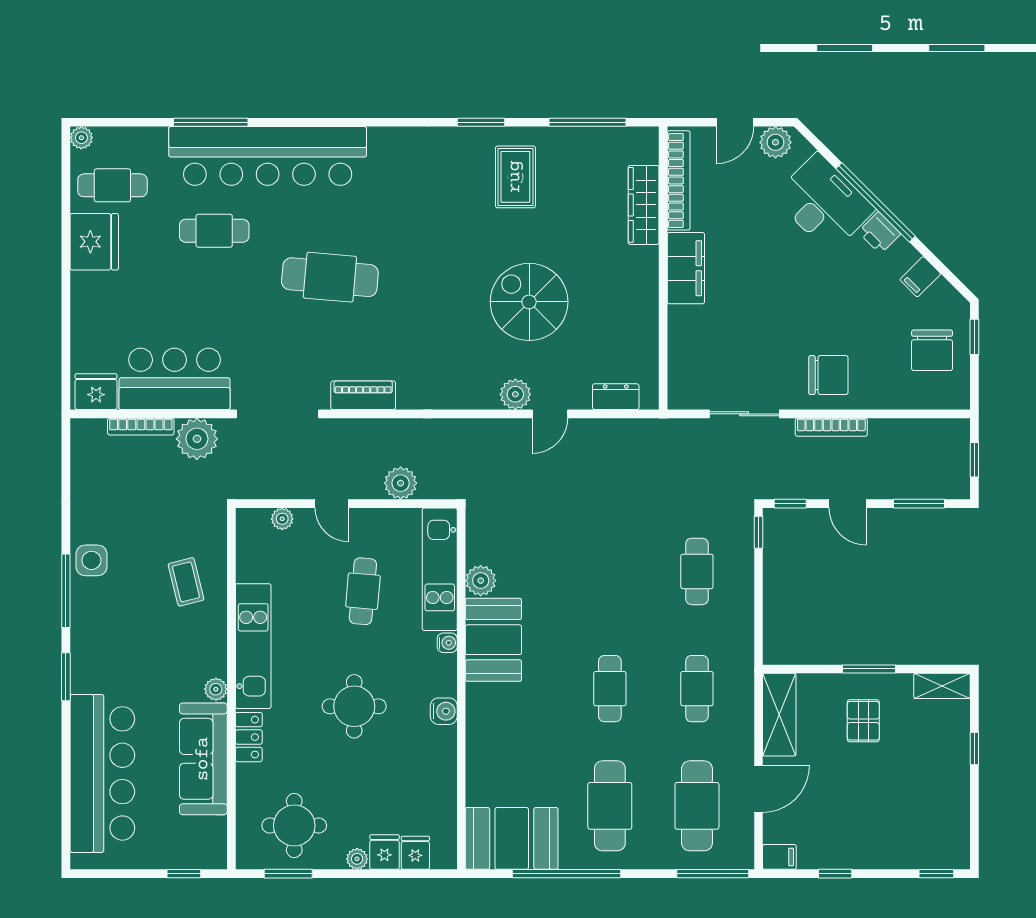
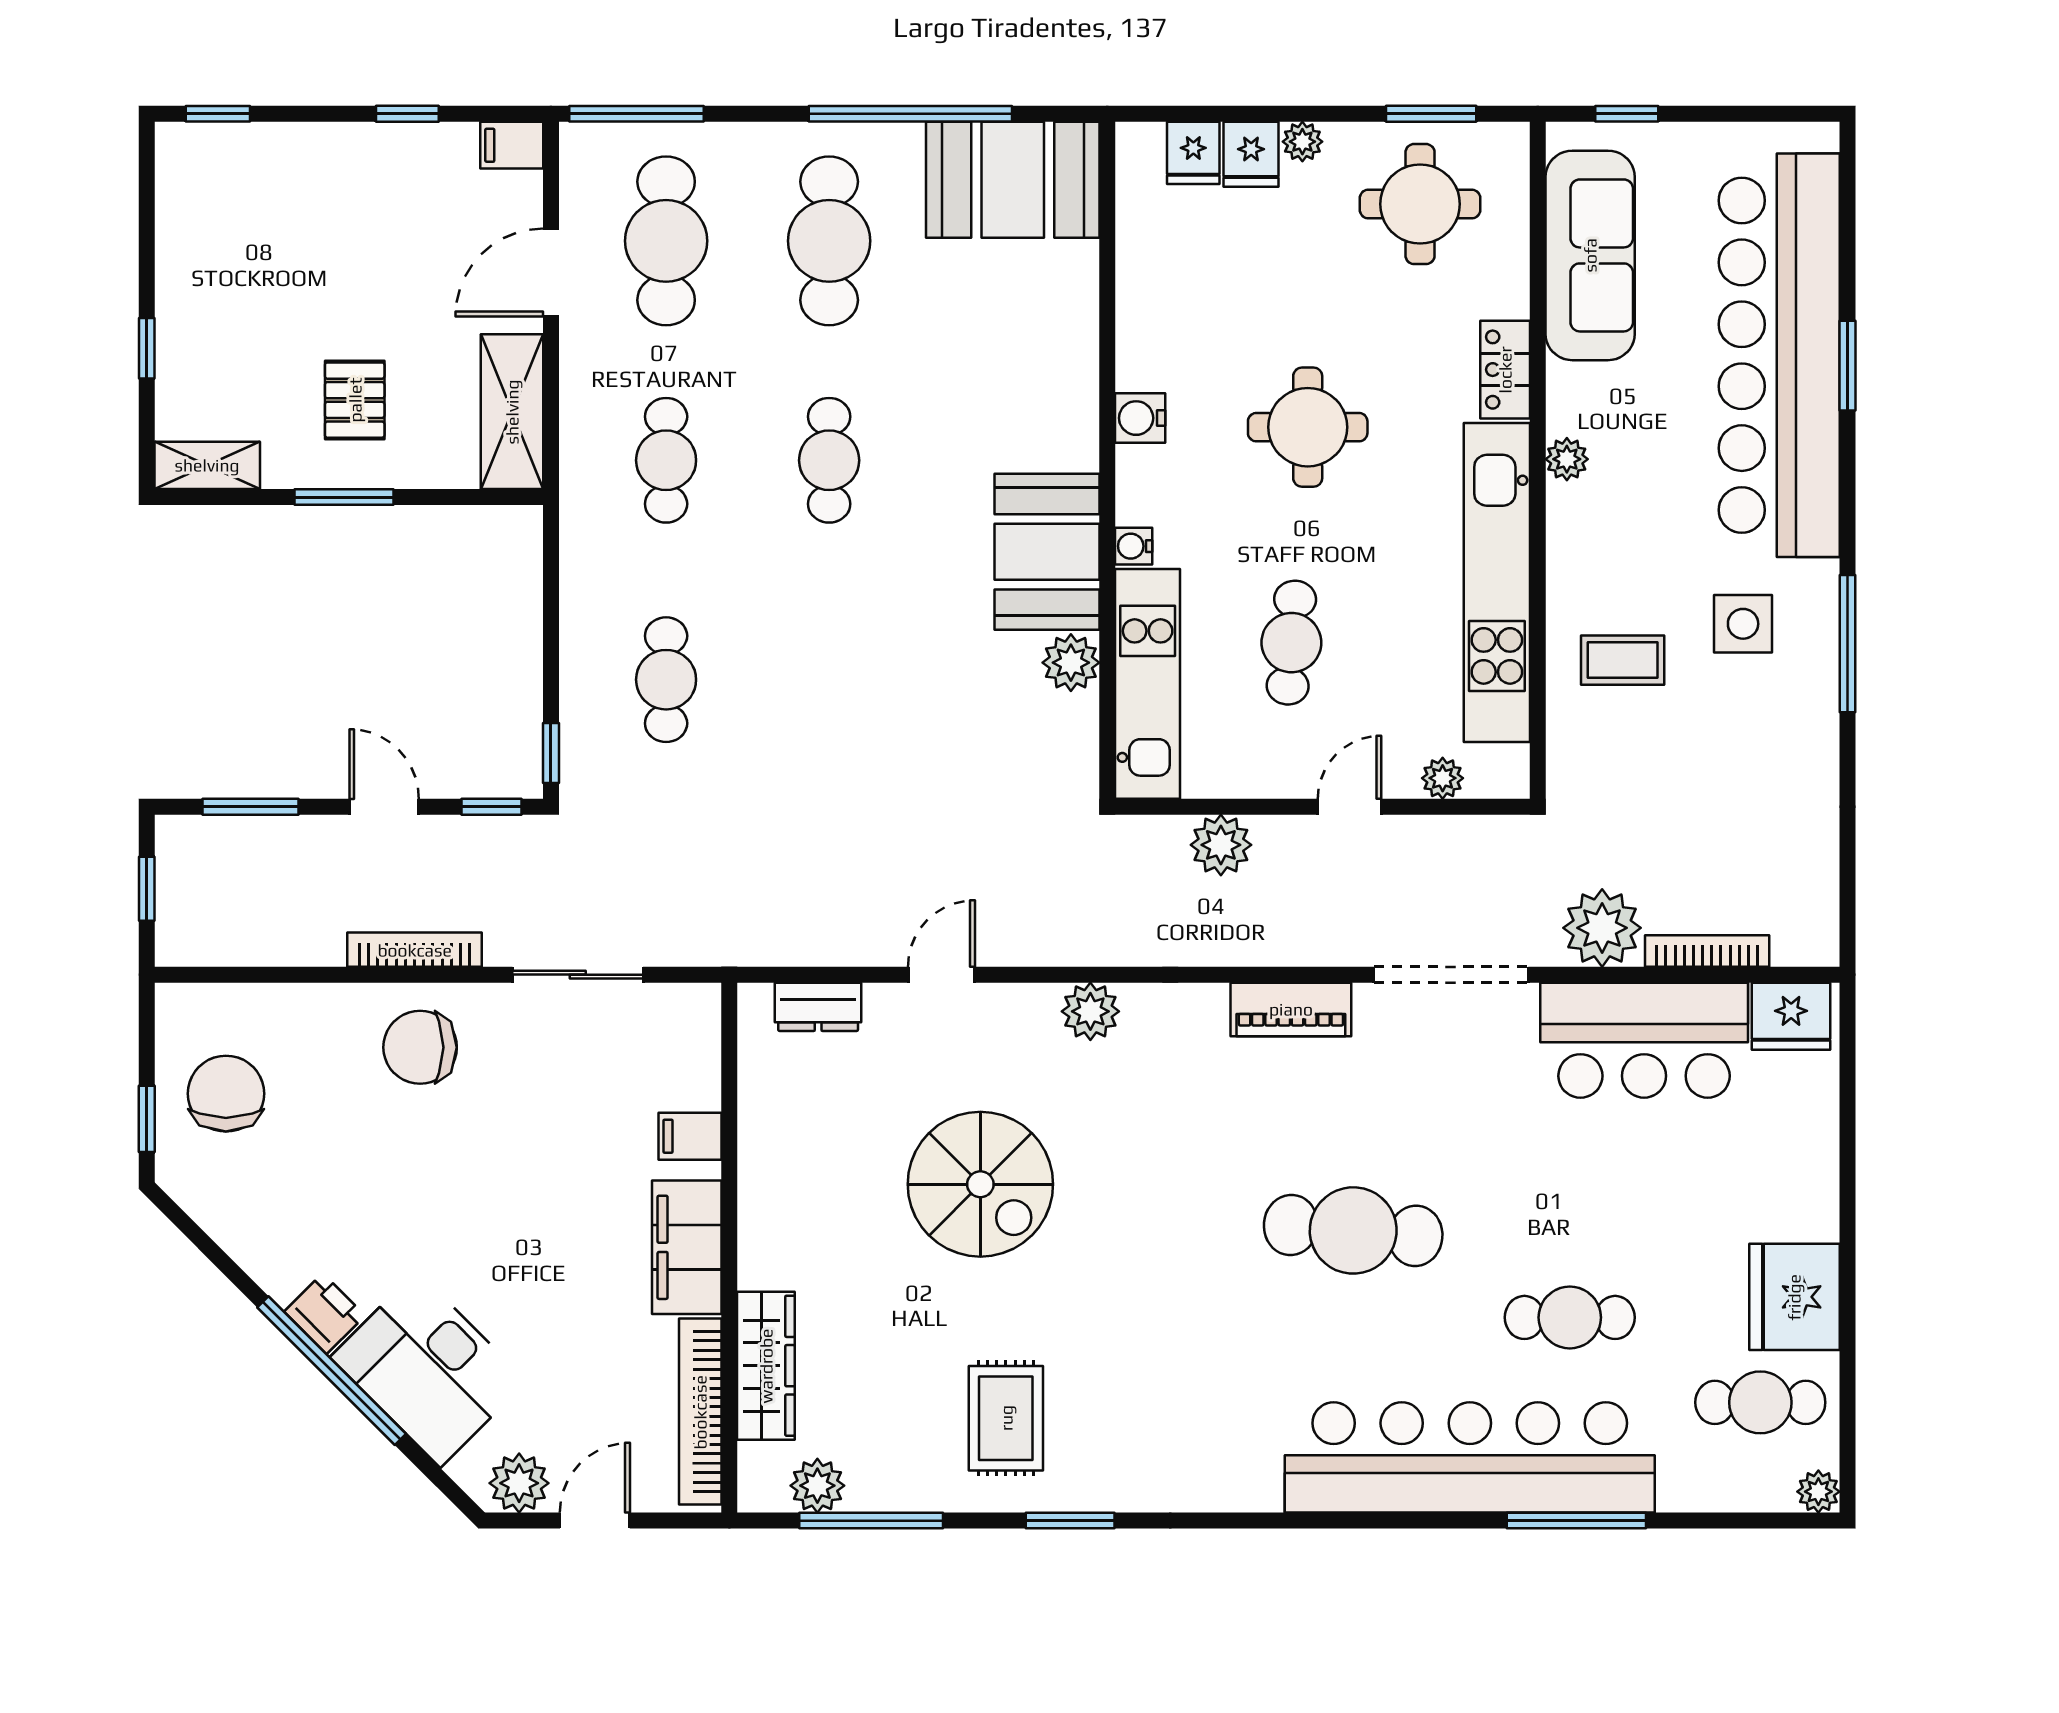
plant: (616, 141) -> (817, 1486), added
filing cabinet: (920, 277) -> (690, 1136), moved, turned -135
plant: (515, 394) -> (1090, 1011), moved
door: (332, 504) -> (1350, 807), hinge flipped
side table: (91, 560) -> (1743, 624), moved
coffee table: (186, 582) -> (1623, 660), turned -76
kitchen unit: (253, 646) -> (1497, 582), width x1.36
window: (66, 677) -> (1847, 366), moved
sofa: (203, 759) -> (1590, 255), moved
bar counter: (102, 773) -> (1779, 355), width x1.36

